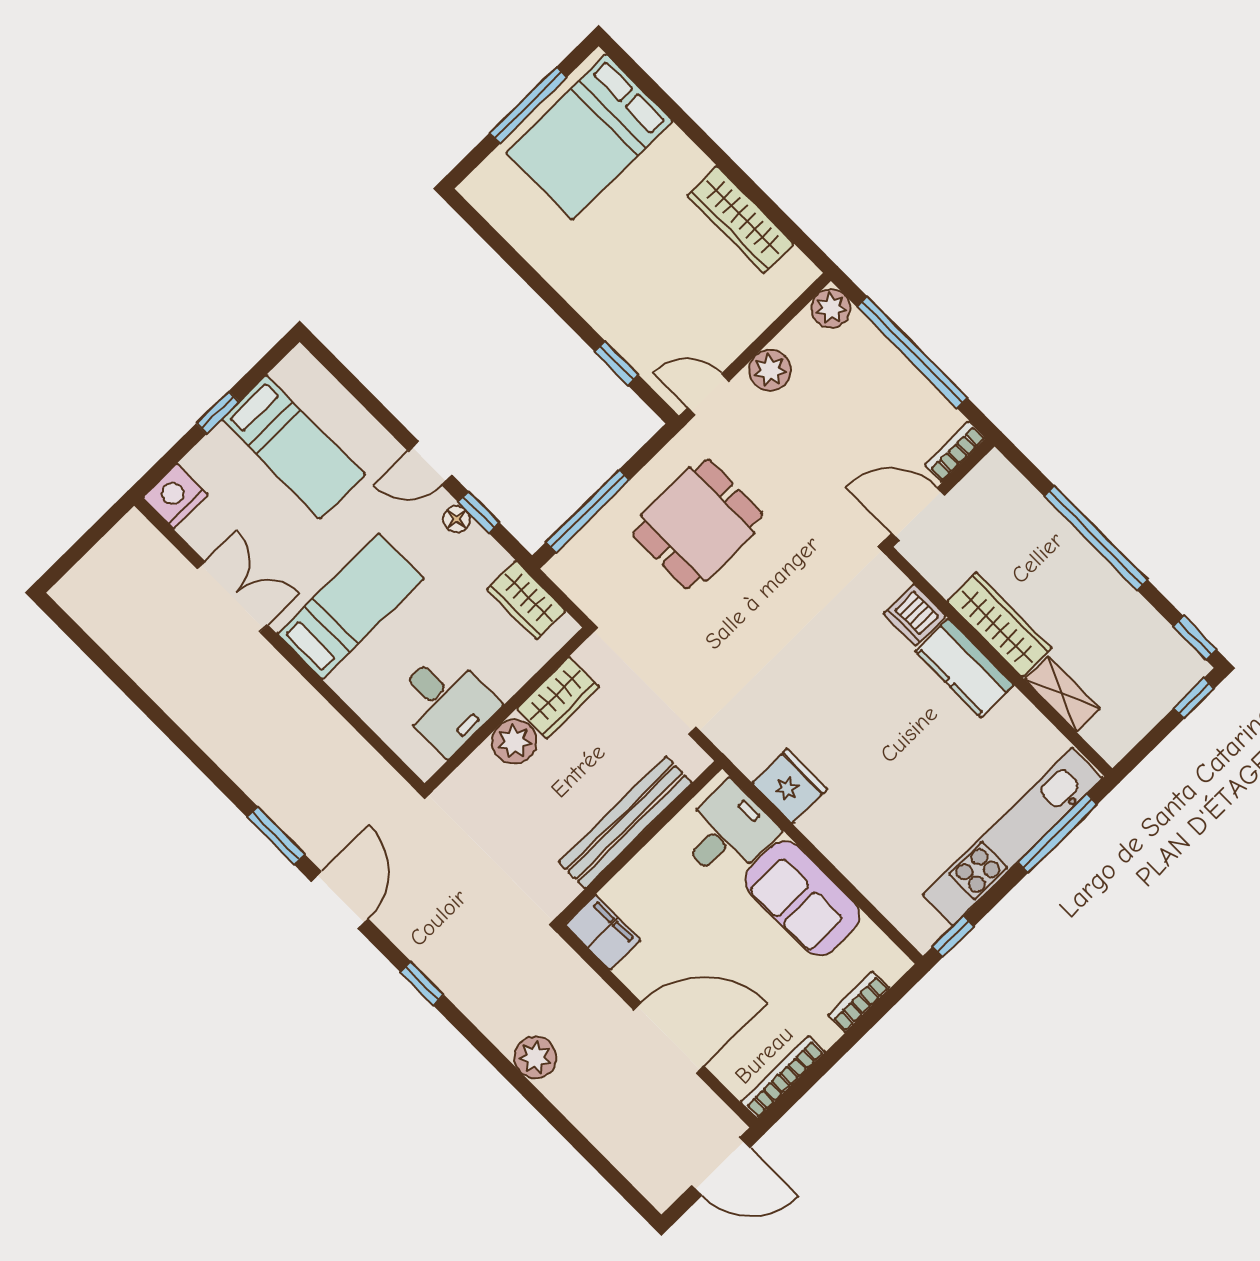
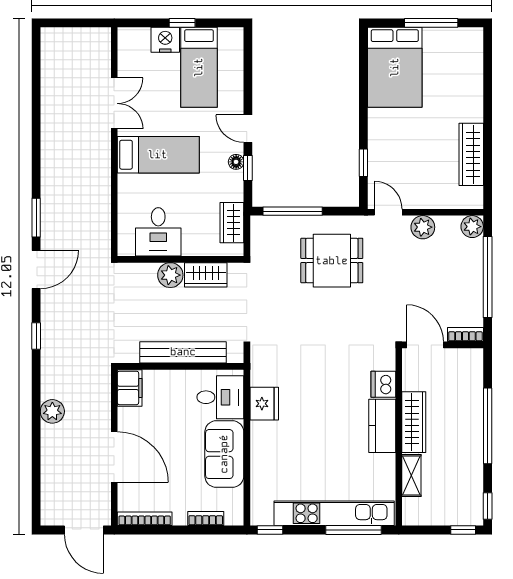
bed: (589, 137) -> (395, 67), moved, turned -90
nightstand: (175, 496) -> (165, 40), moved

